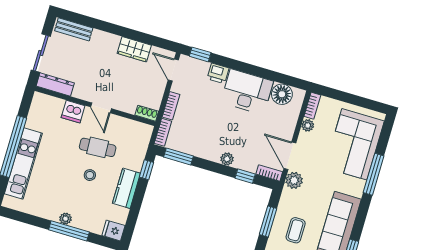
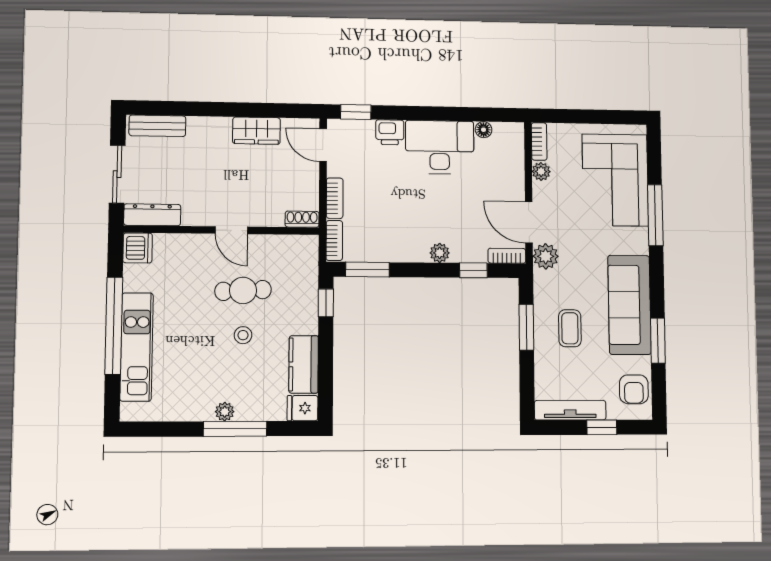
floor lamp: (282, 94) -> (484, 130), width x0.53, depth x0.53
dishwasher: (73, 112) -> (138, 248), moved, turned -90
kitchen counter: (126, 188) -> (304, 364), moved

